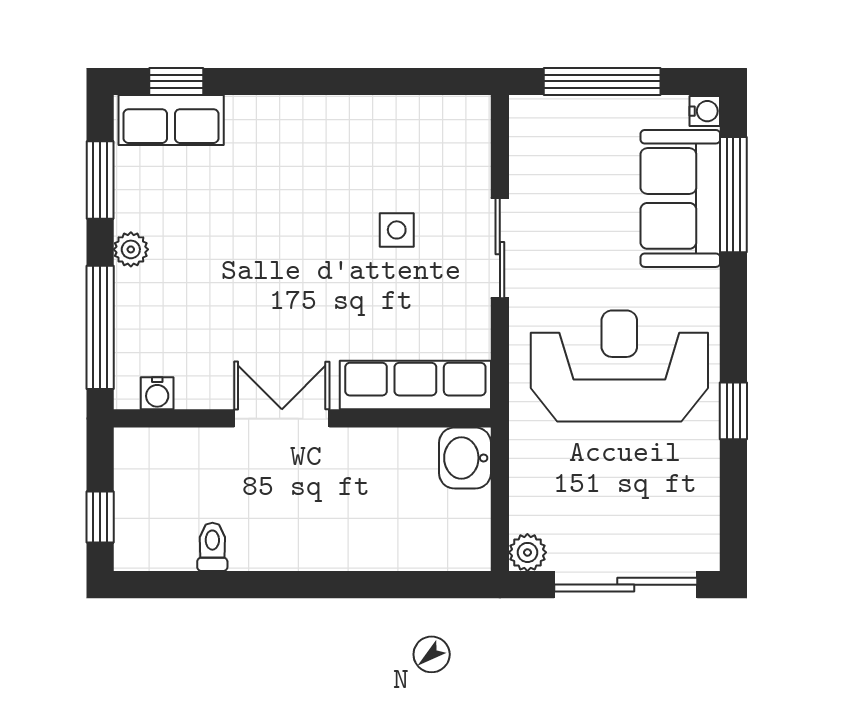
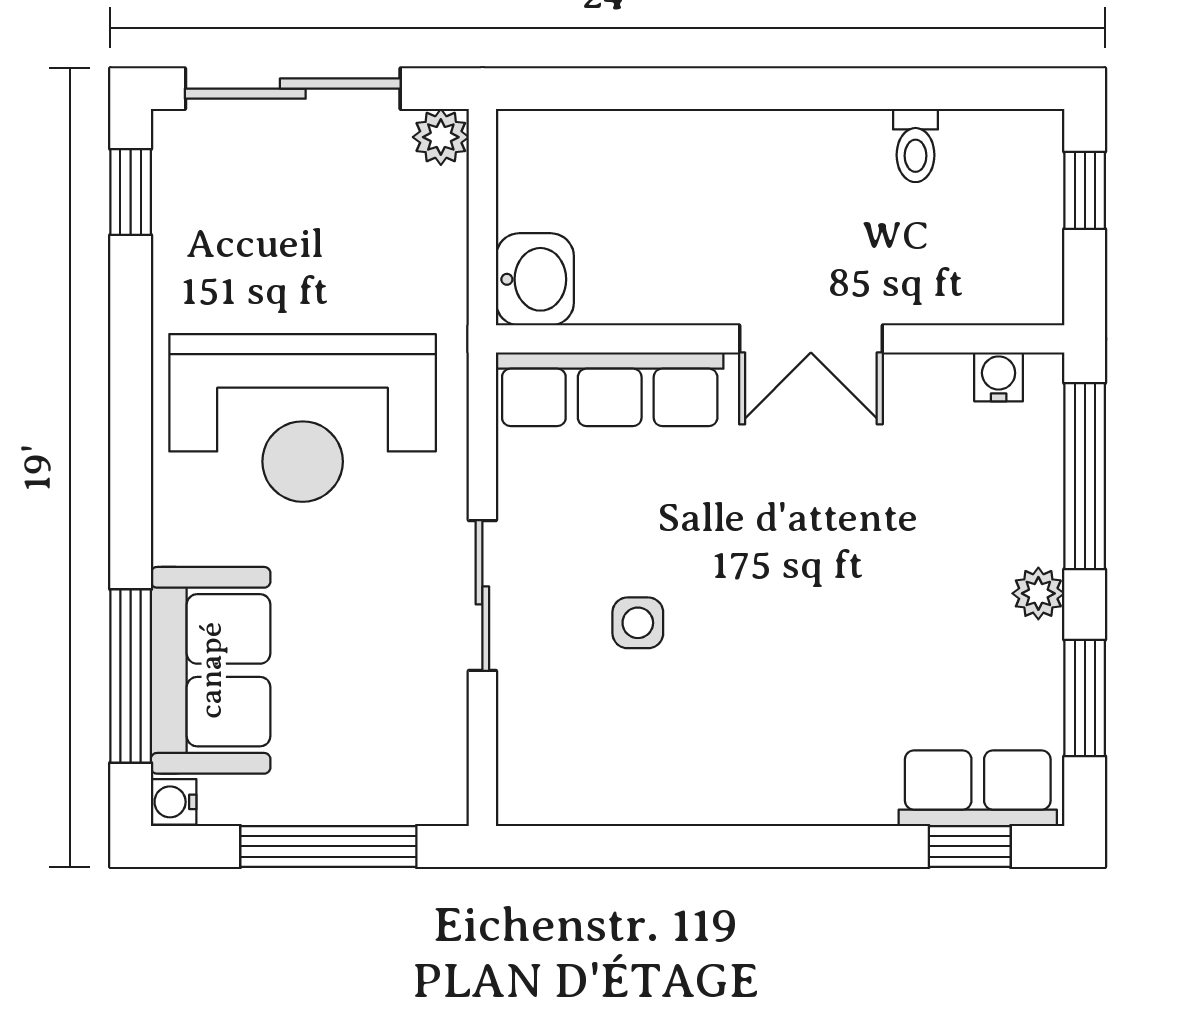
window: (733, 411) -> (131, 192), moved

